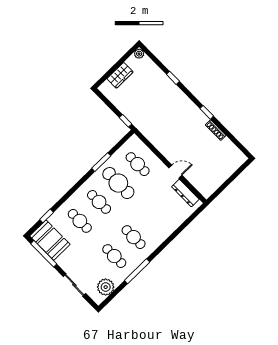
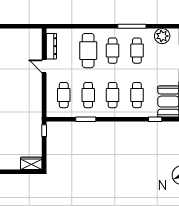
wardrobe: (120, 75) -> (31, 163), moved
cafe table: (118, 183) -> (88, 95), width x0.73, depth x0.74
cafe table: (153, 218) -> (88, 51), added

